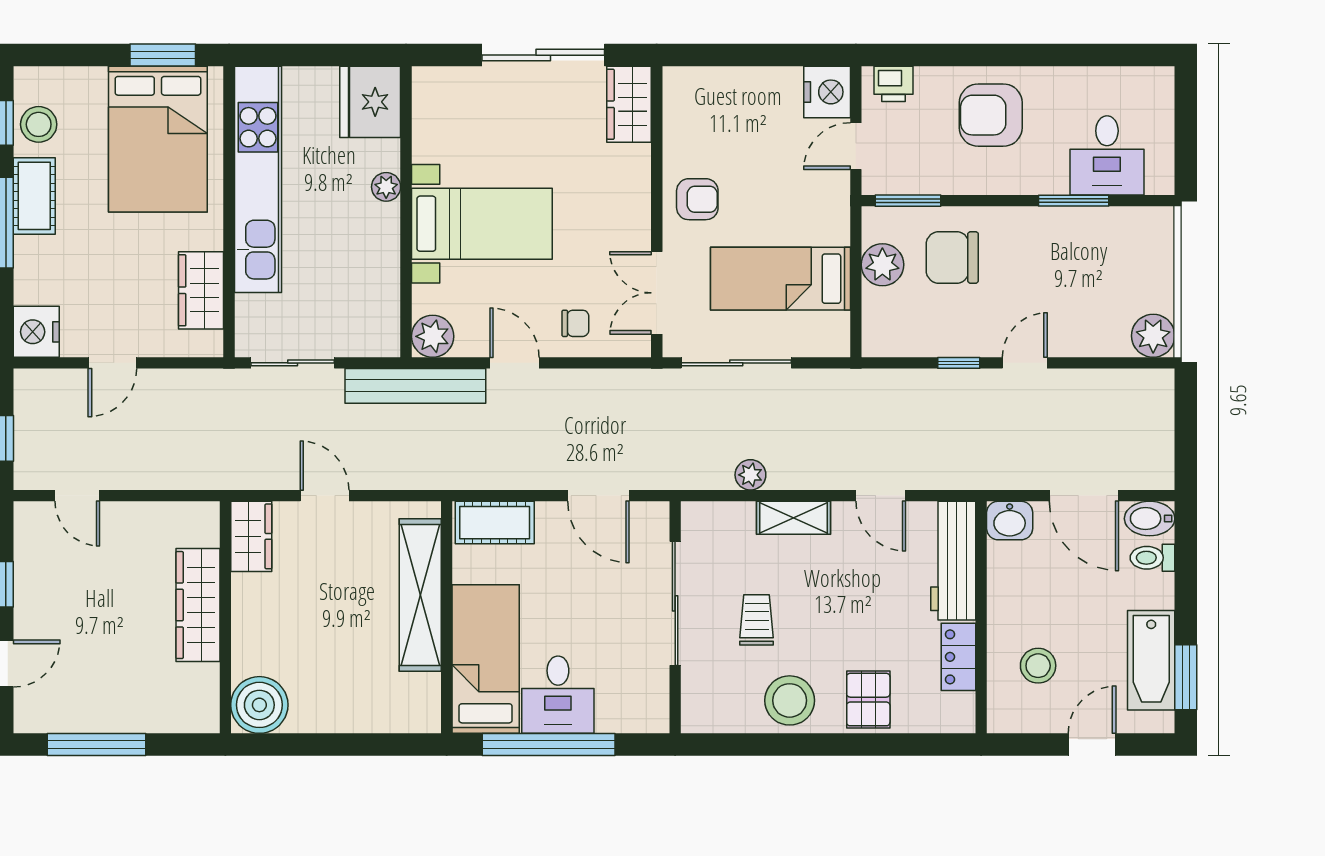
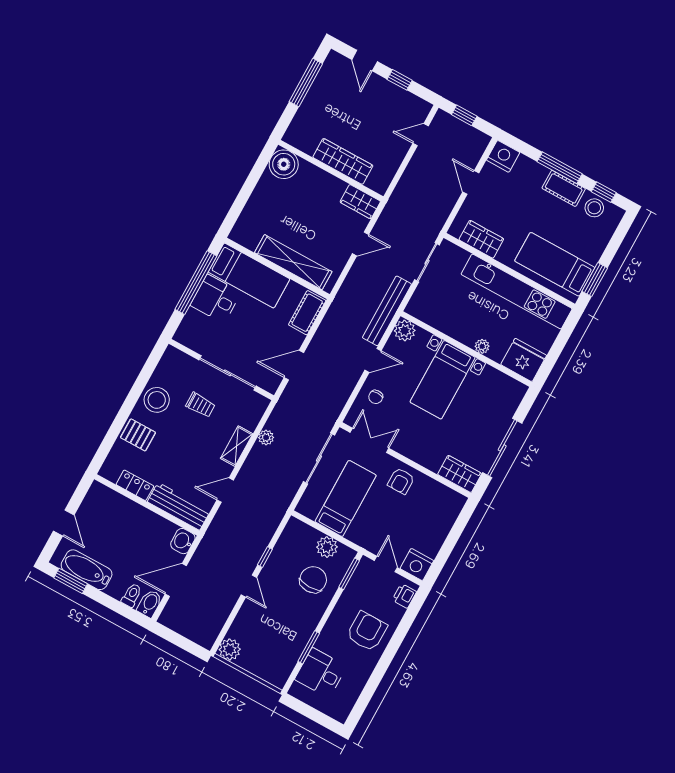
bed: (158, 139) -> (555, 264), width x0.67
stool: (1038, 666) -> (112, 518), removed

